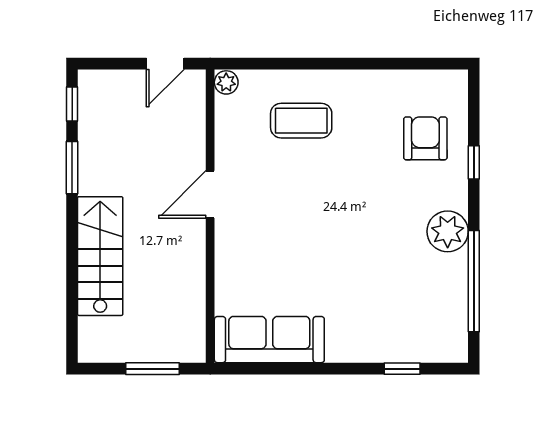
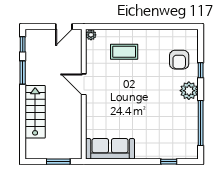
armchair: (425, 138) -> (179, 60), turned 180
door: (210, 194) -> (84, 84), hinge flipped
plant: (448, 231) -> (189, 91), moved

